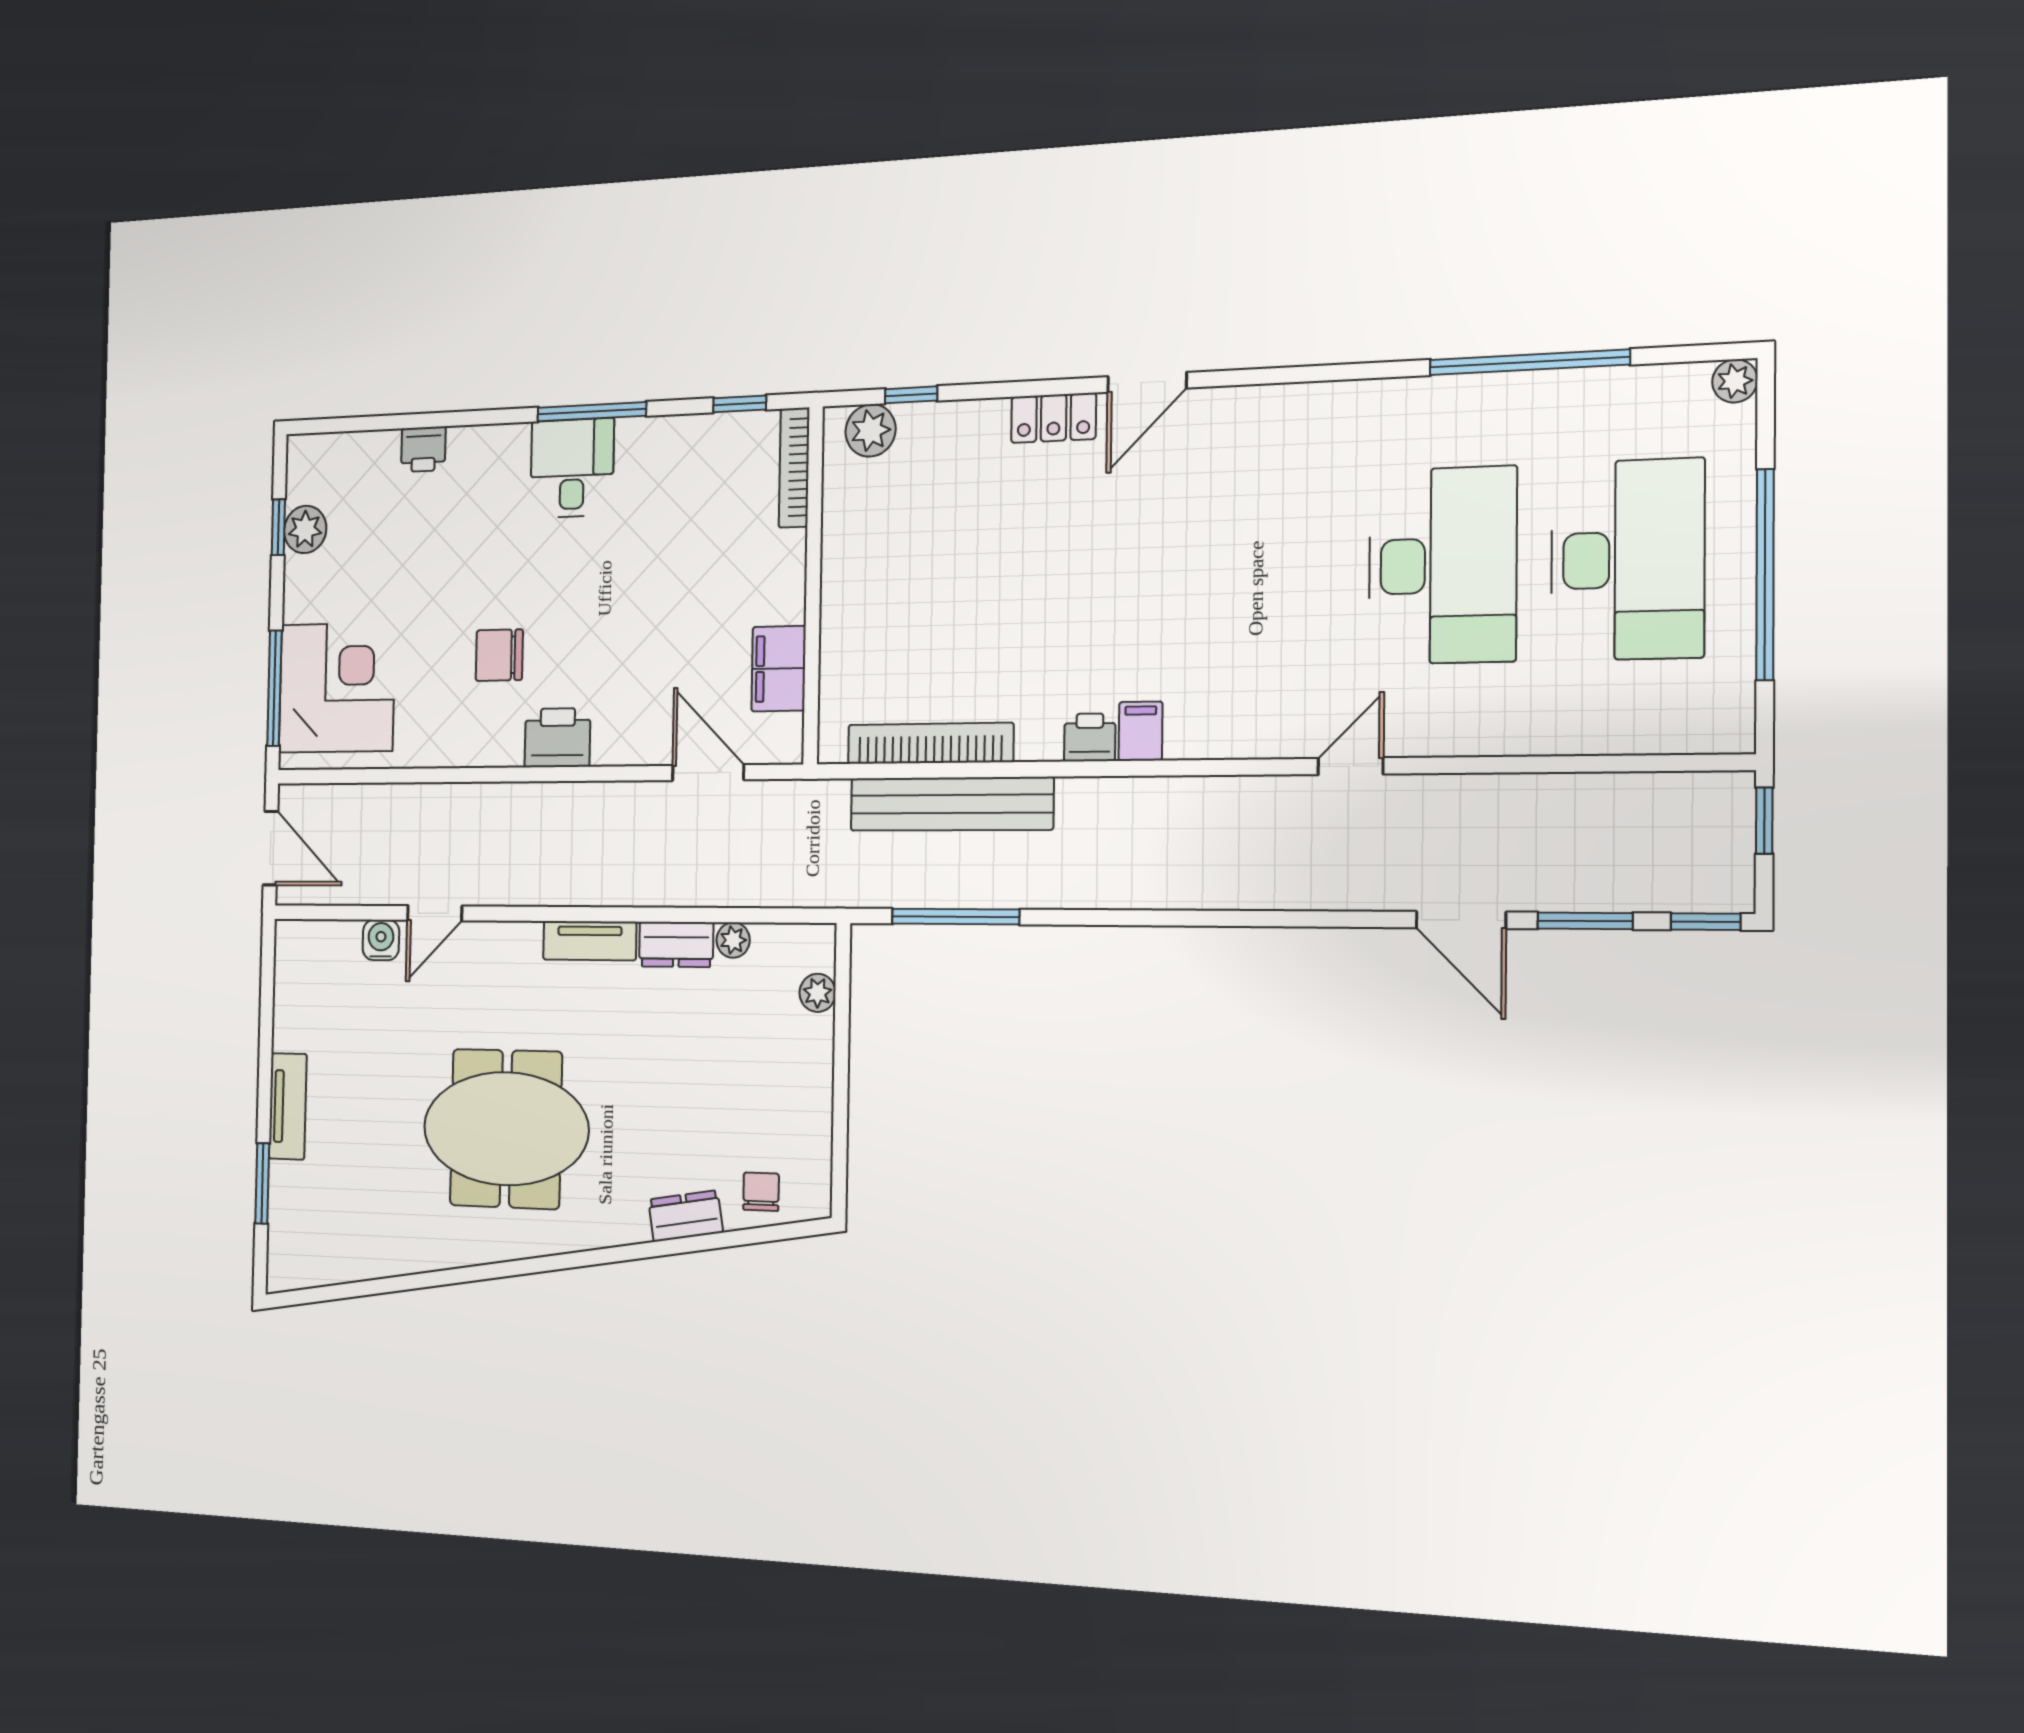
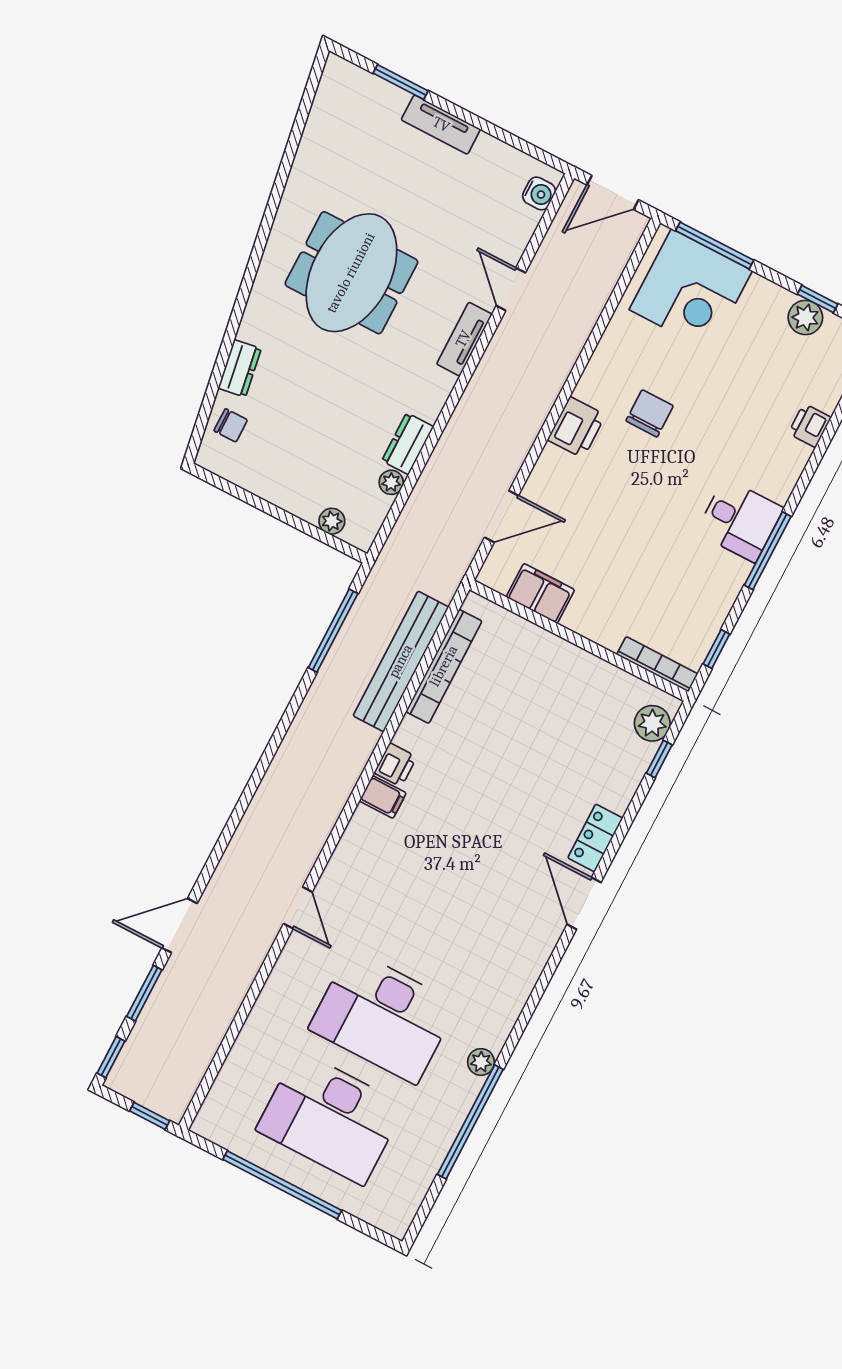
plant: (1735, 381) -> (481, 1062), moved
water cooler: (381, 940) -> (539, 193), moved
tv unit: (590, 941) -> (464, 339), moved

